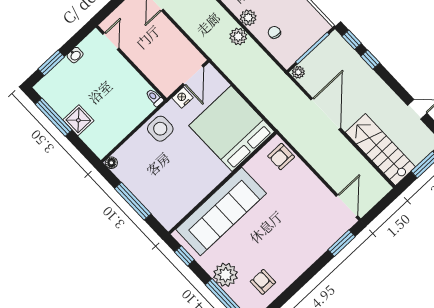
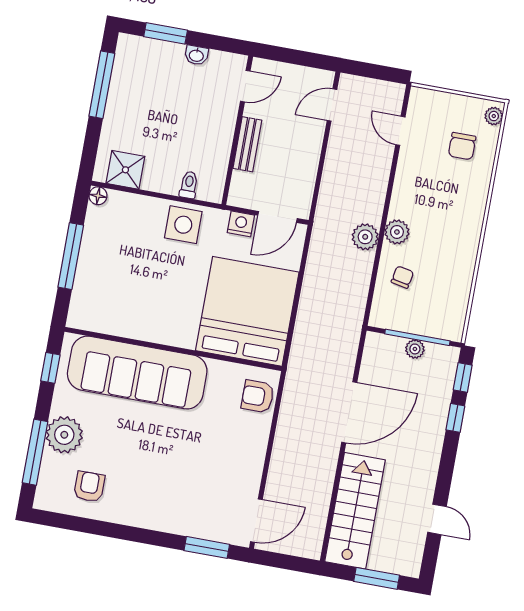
bench: (143, 63) -> (247, 144), added
plant: (298, 72) -> (415, 349), moved
toilet: (154, 98) -> (189, 185), moved
shower: (78, 120) -> (125, 170), moved

